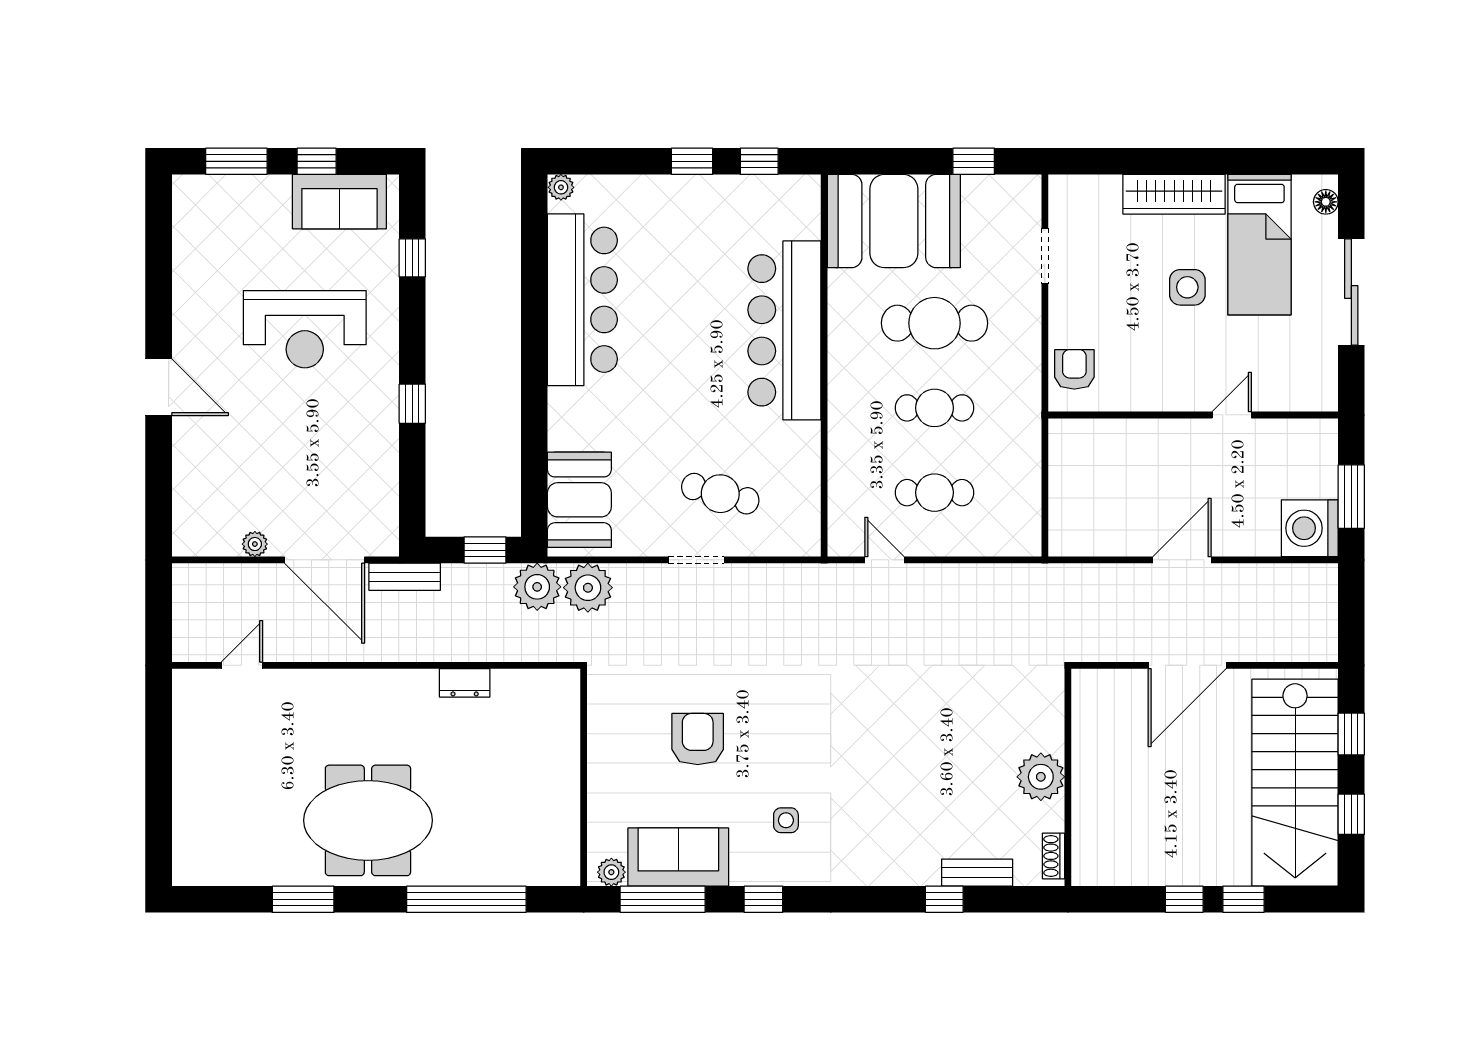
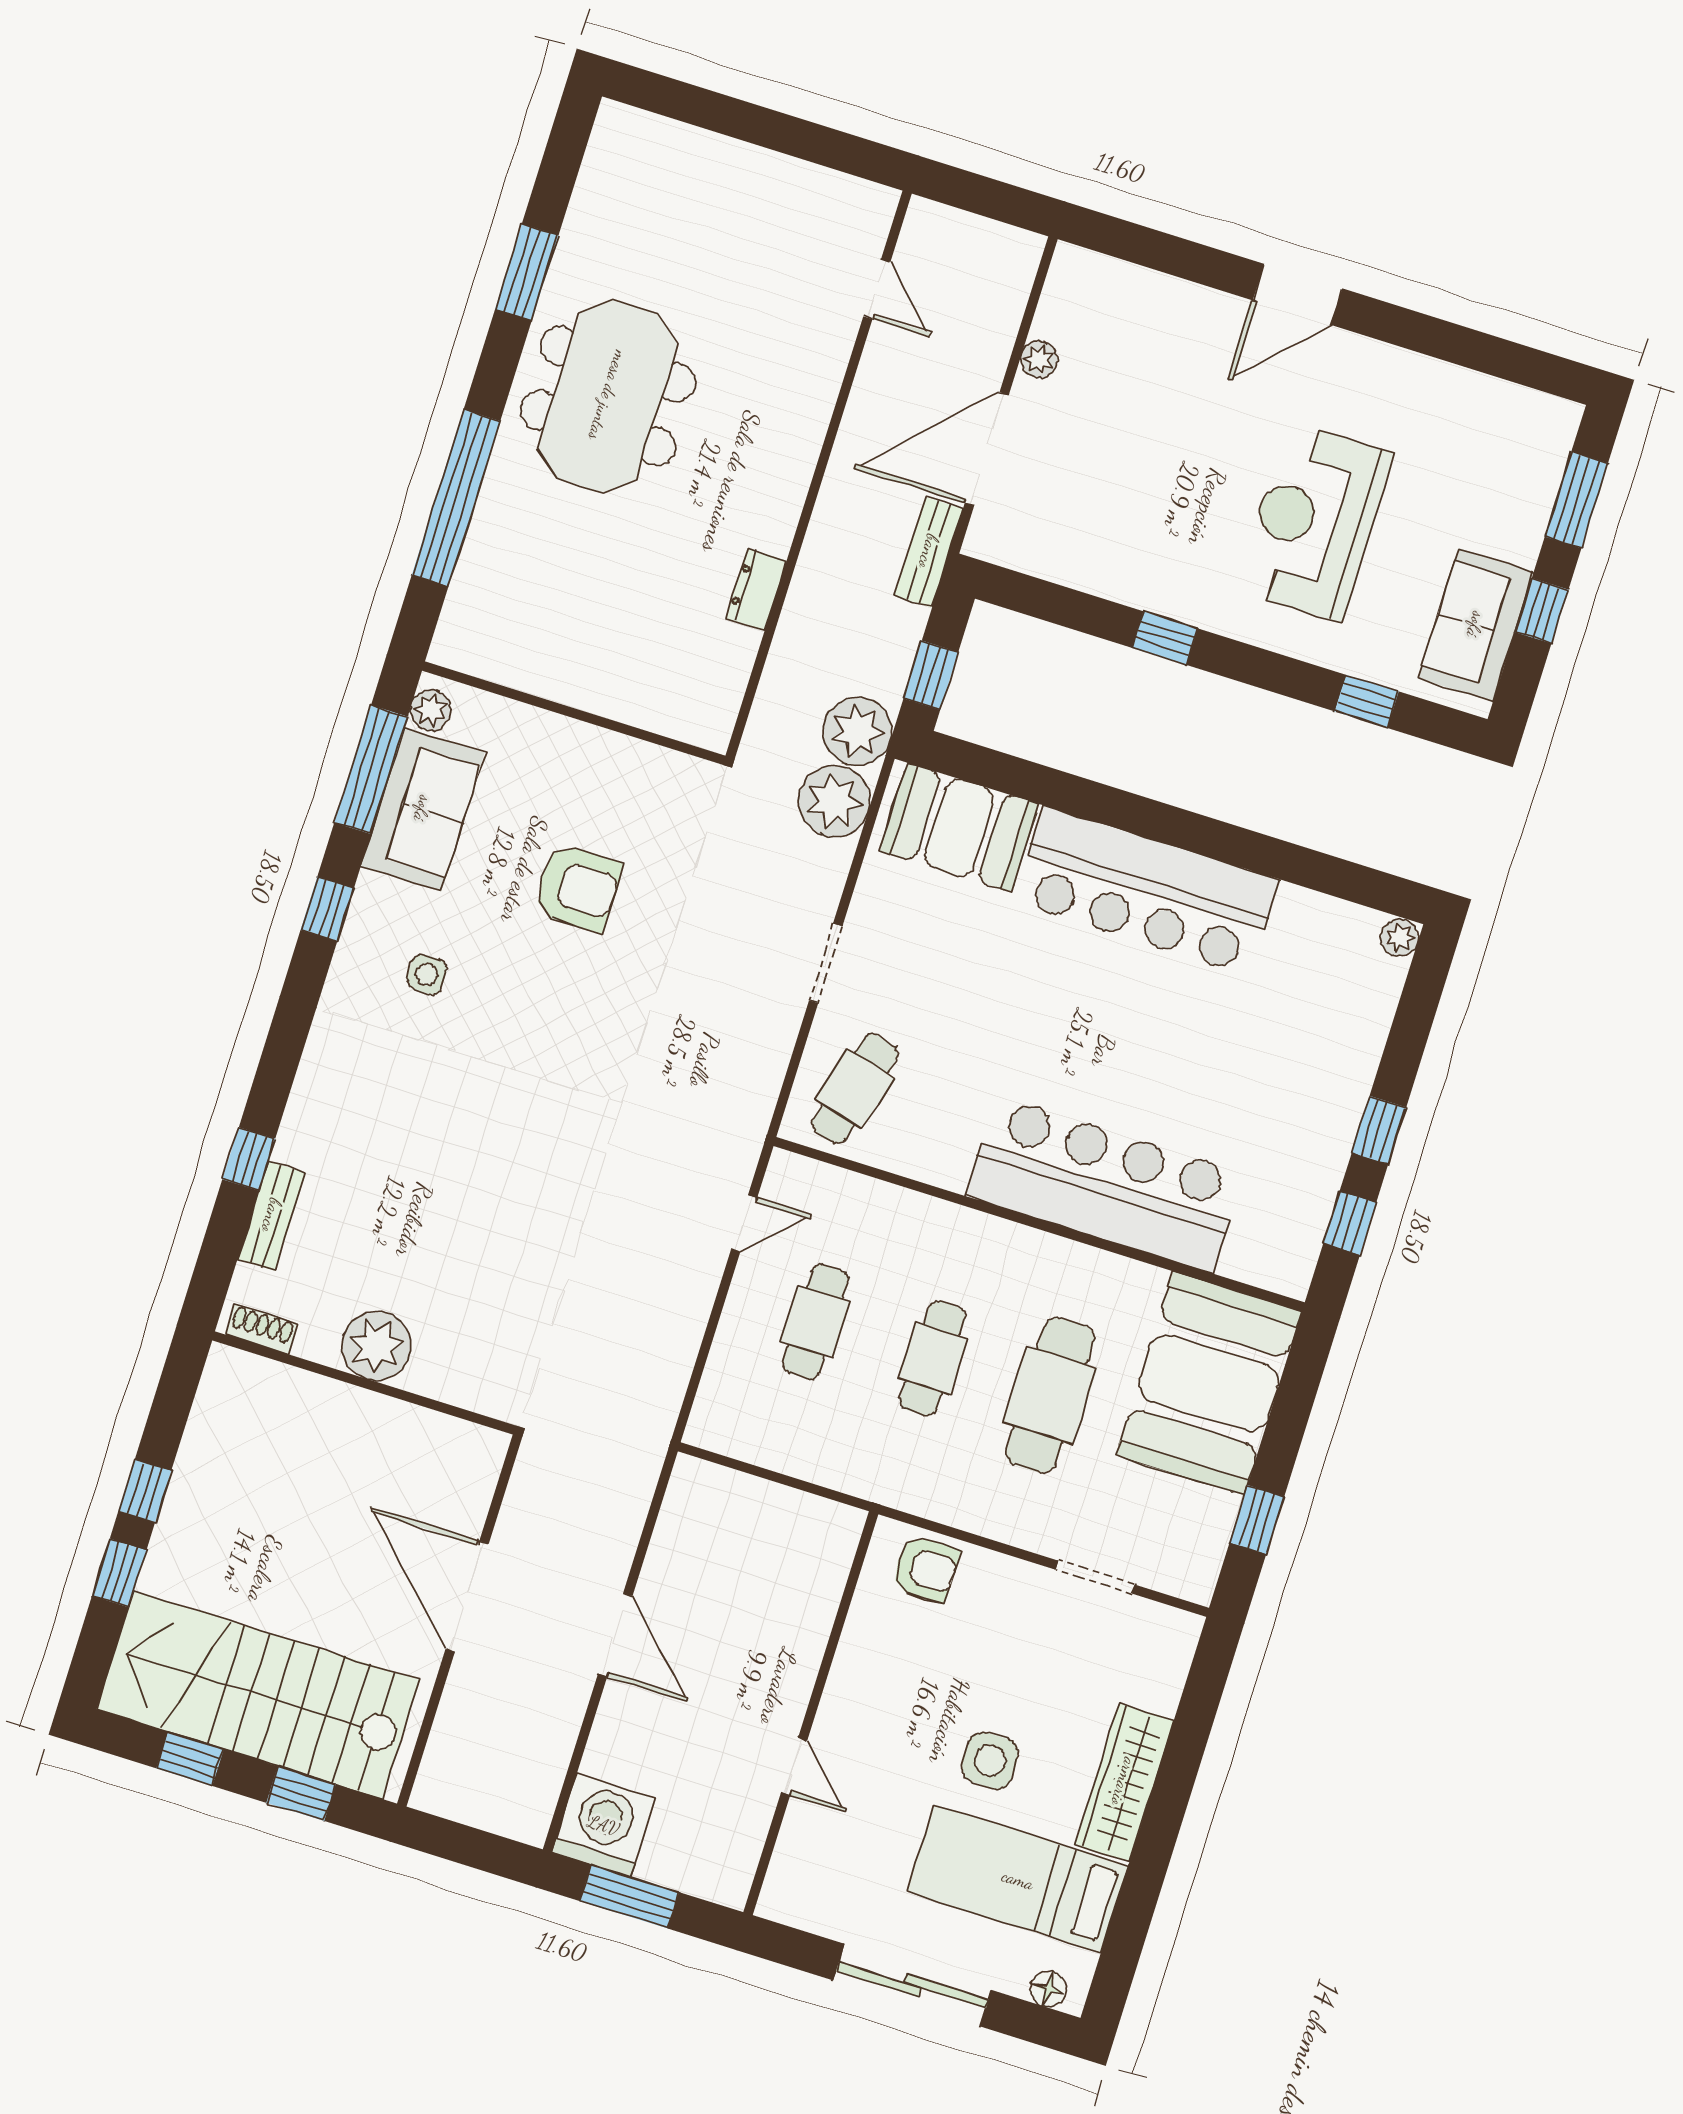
bar counter: (582, 300) -> (1147, 891), moved
cafe table: (720, 494) -> (855, 1089), moved

